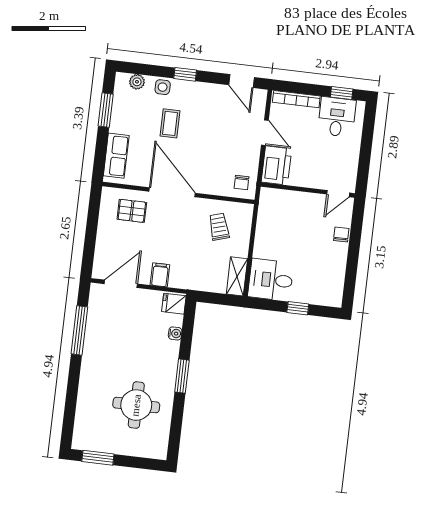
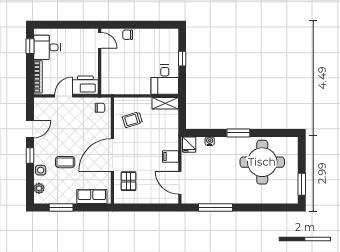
door: (242, 81) -> (30, 129), moved
round table: (136, 405) -> (262, 162), width x1.36, depth x1.36

